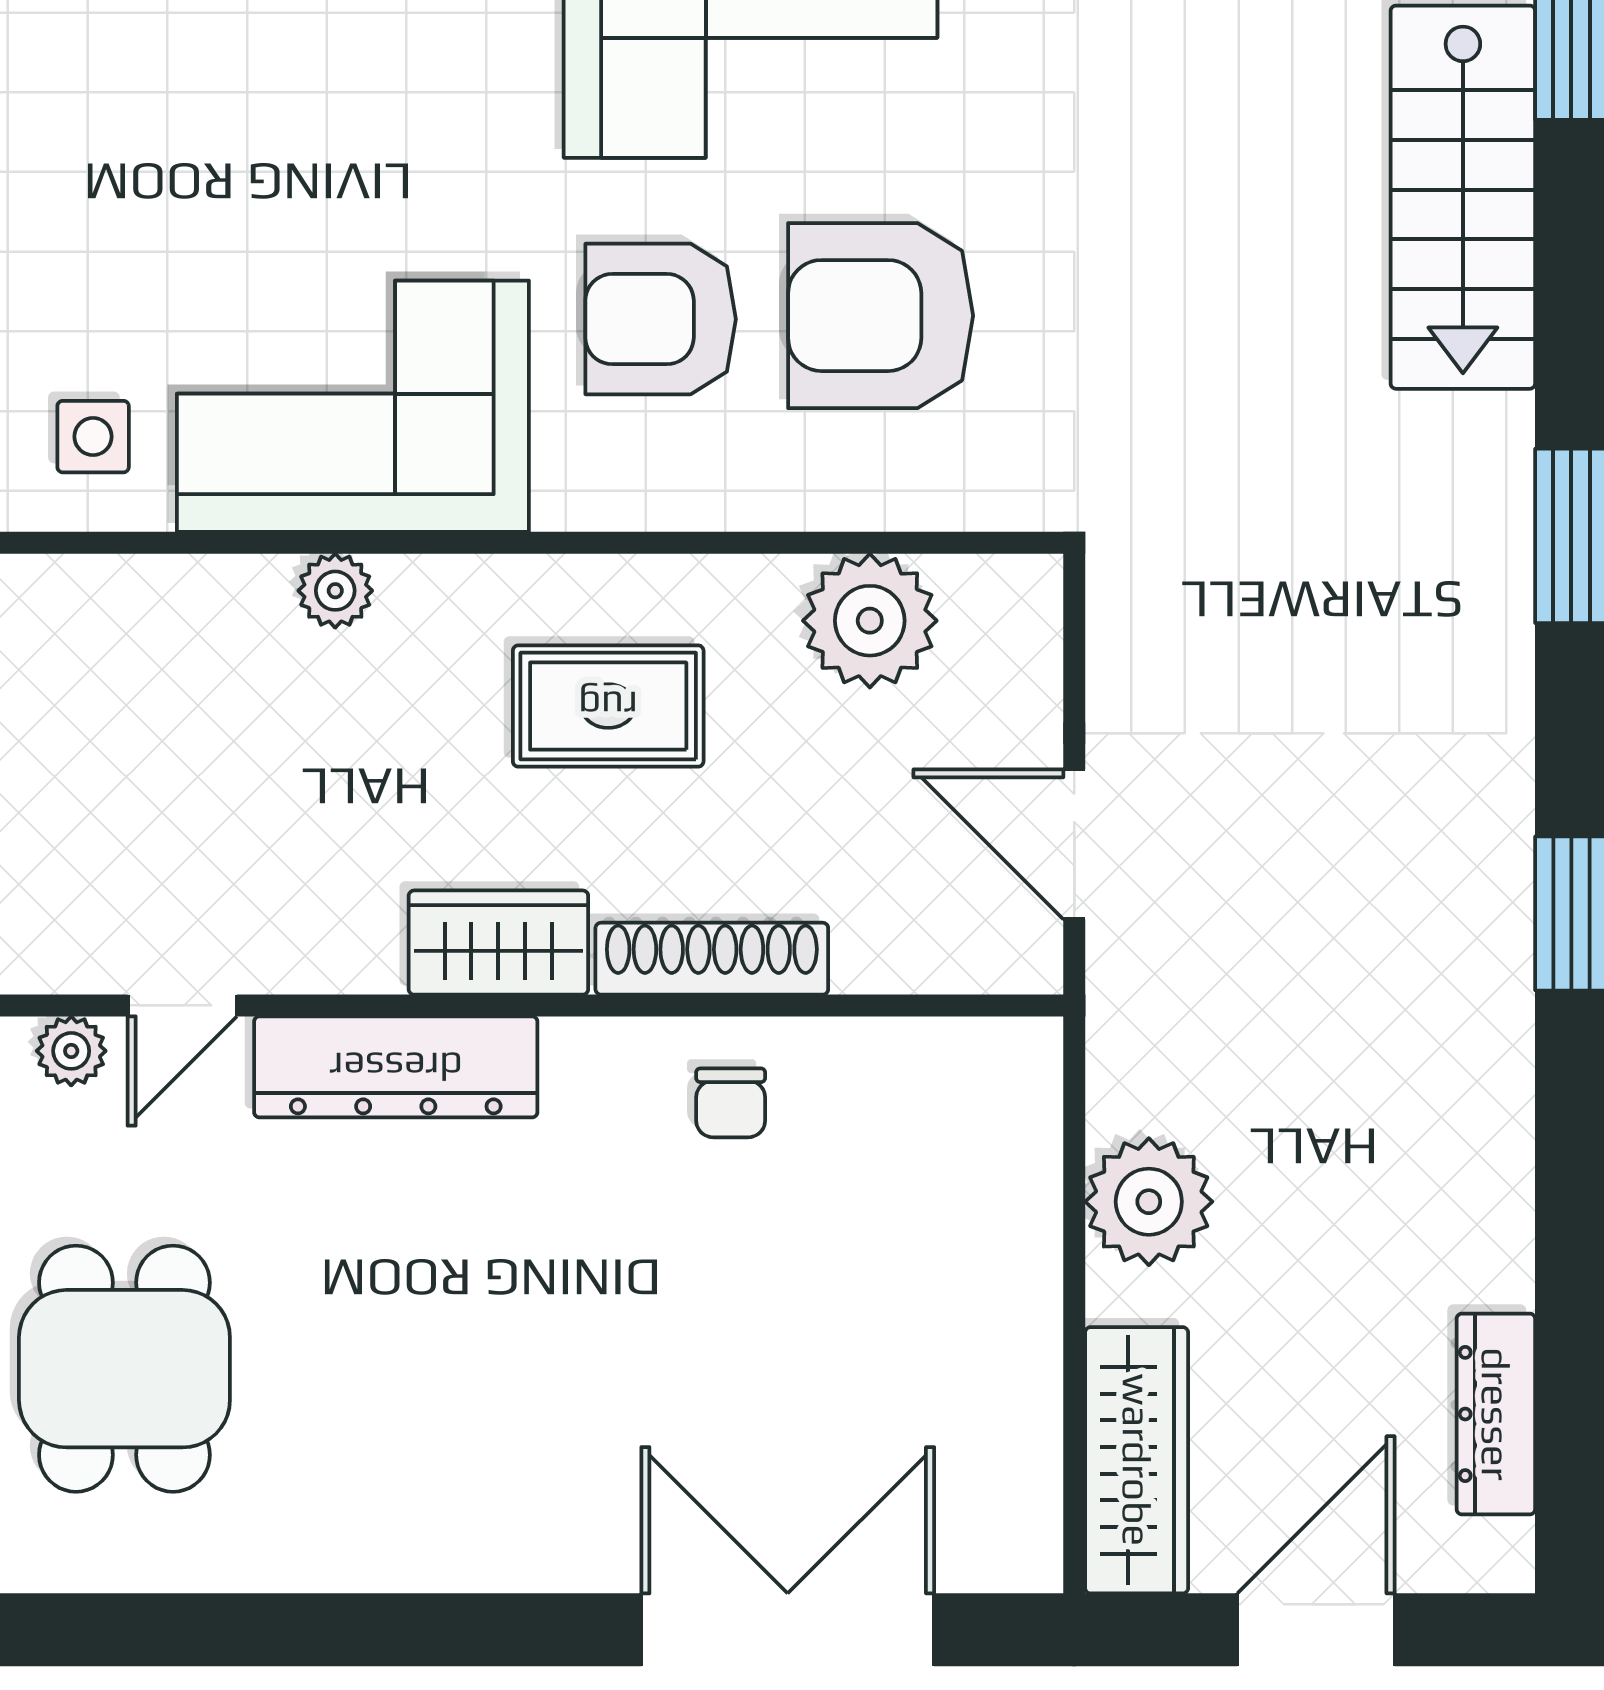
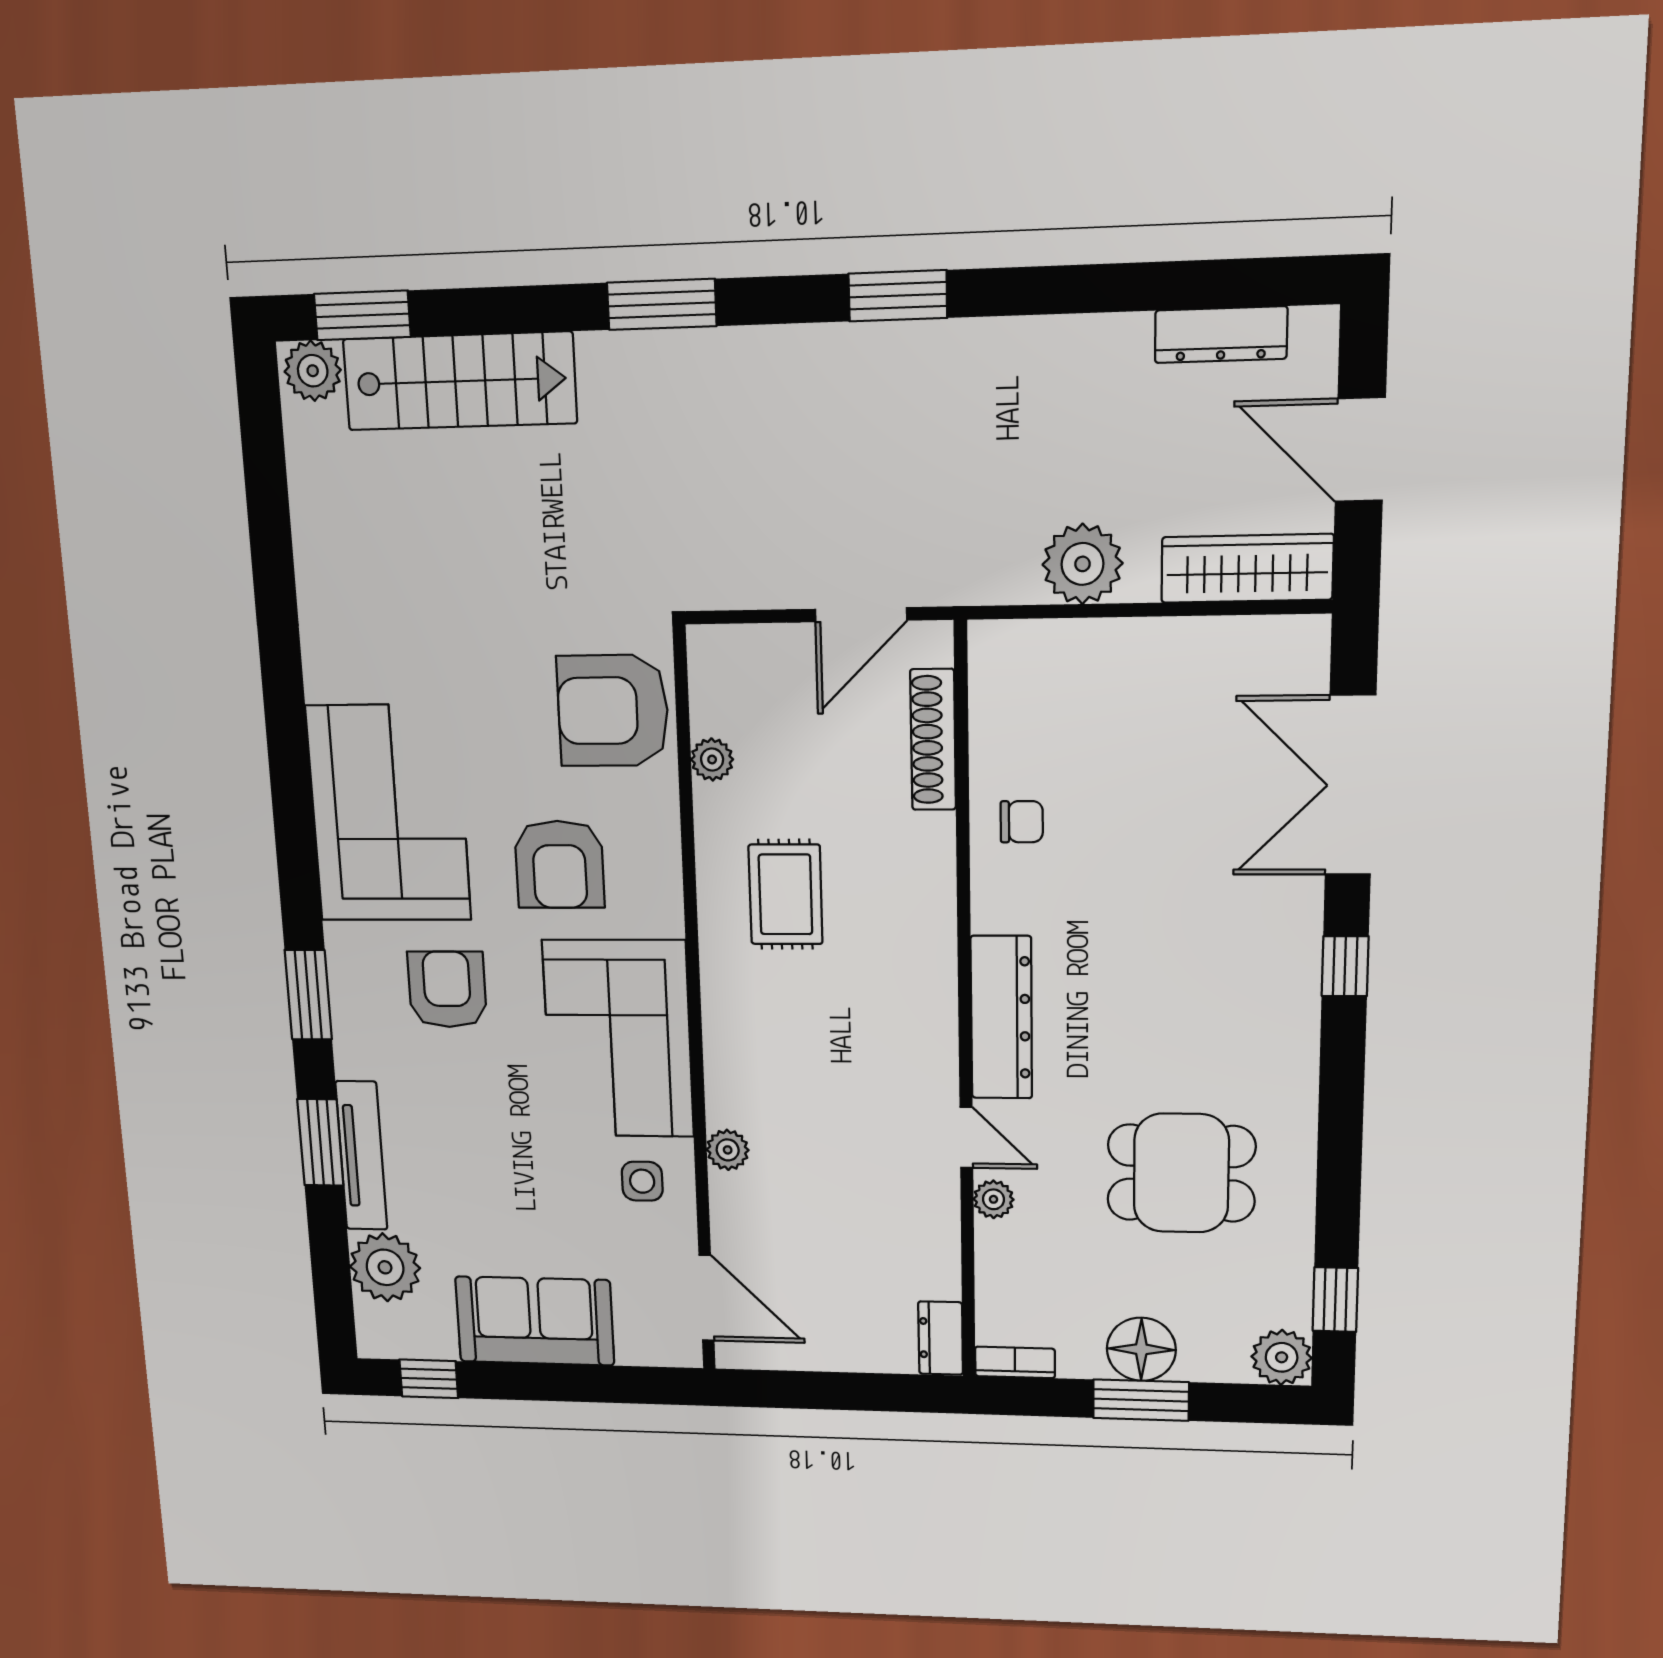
armchair: (439, 107) -> (447, 989), added
armchair: (881, 316) -> (613, 711), moved, turned 90
plant: (335, 591) -> (728, 1150), moved
plant: (870, 621) -> (712, 760), width x0.53, depth x0.53
wardrobe: (498, 943) -> (927, 958), removed
shoe rack: (712, 959) -> (933, 740), moved
window: (487, 1630) -> (1345, 966), added

